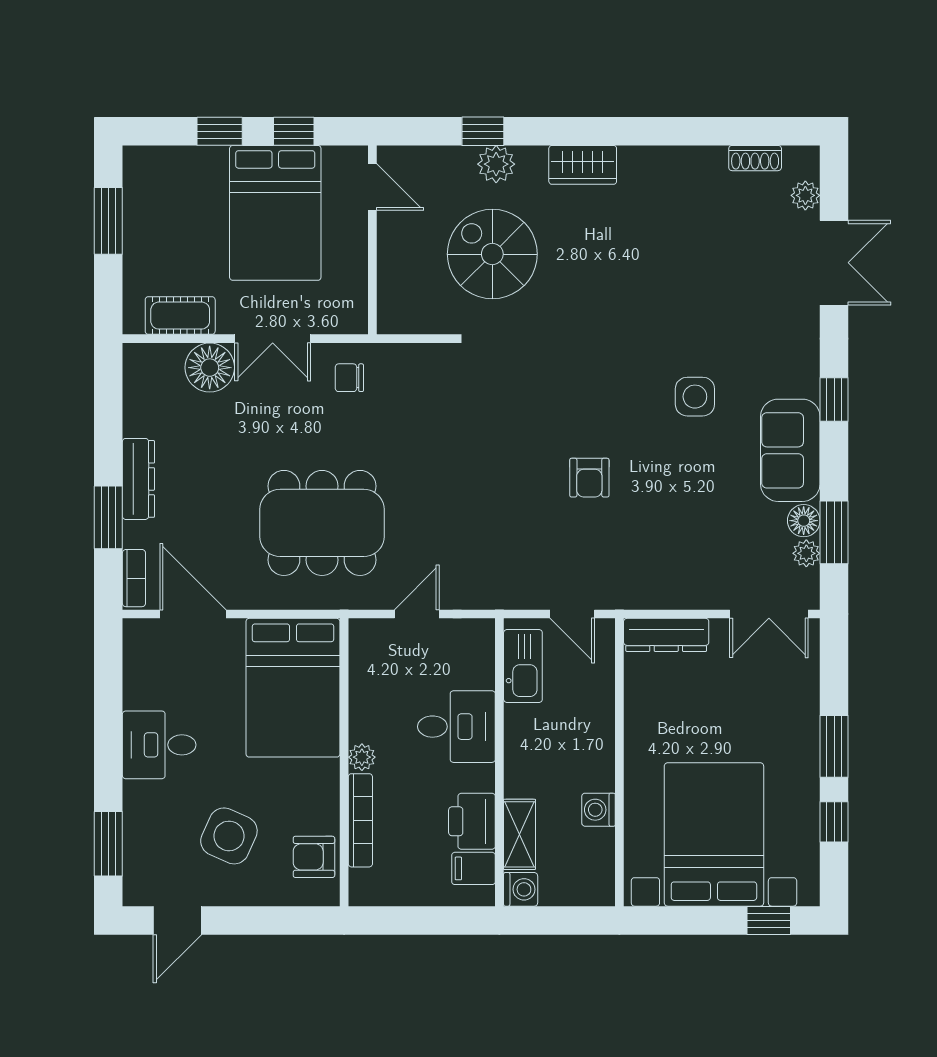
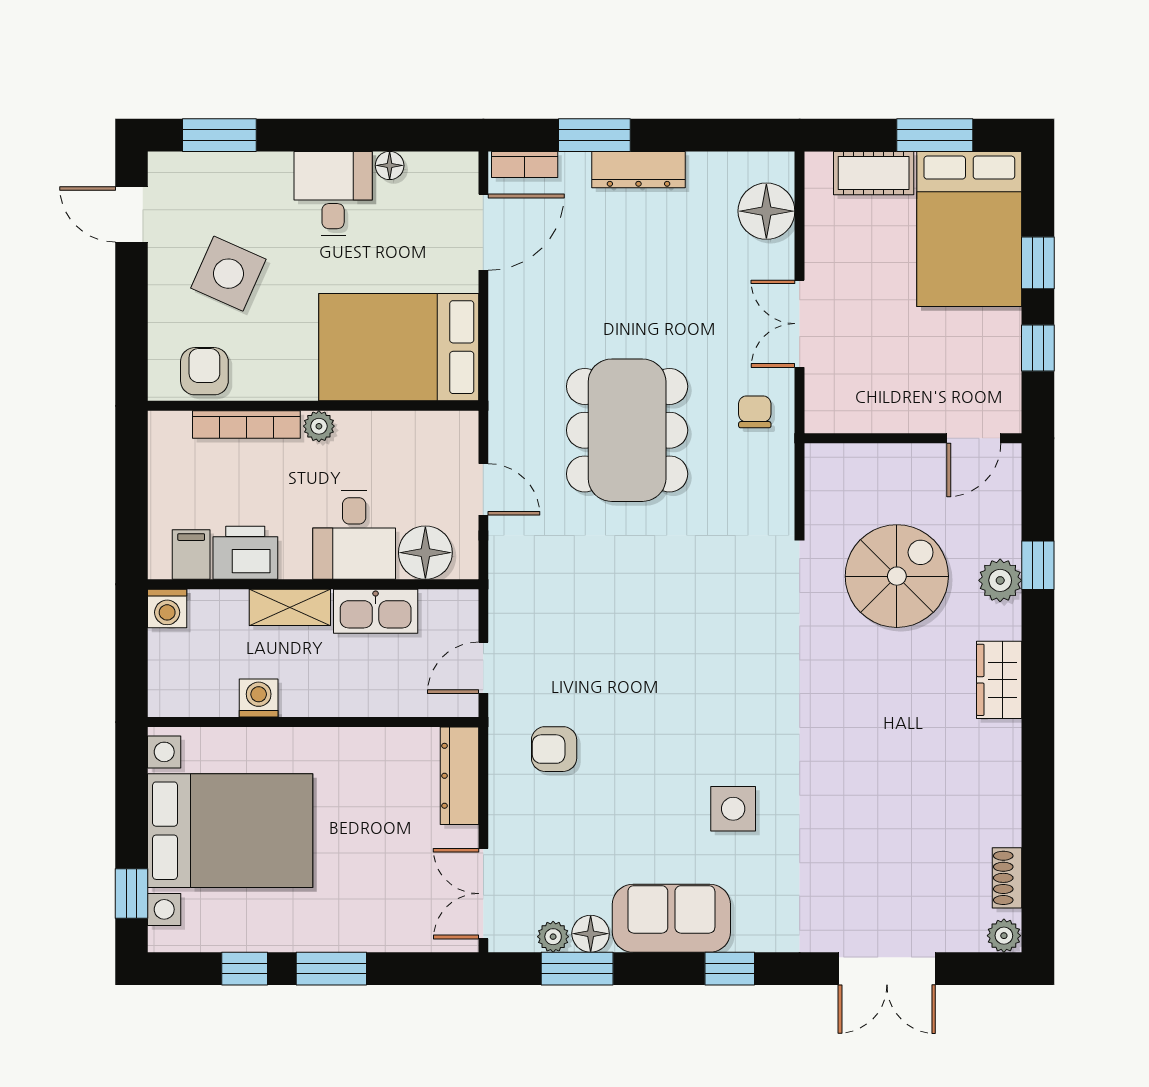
plant: (805, 195) -> (1004, 936), moved
bed: (275, 213) -> (969, 229), moved, turned -90
cot: (180, 316) -> (874, 173), moved, turned 90
floor lamp: (210, 368) -> (766, 211), moved
armchair: (589, 478) -> (554, 749), moved
dining table: (322, 523) -> (627, 430), moved
floor lamp: (472, 665) -> (425, 553), added
kitchen sink: (523, 666) -> (376, 611), moved
floor lamp: (135, 696) -> (390, 165), added
shelving: (520, 834) -> (290, 607), moved

